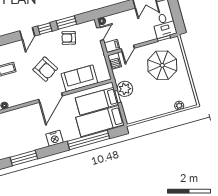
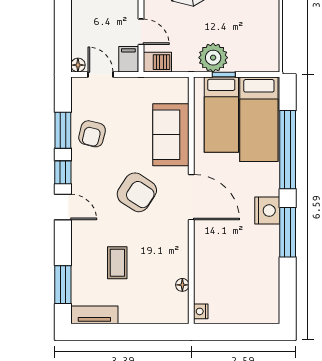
armchair: (45, 69) -> (137, 192), turned 65
window: (24, 158) -> (288, 232), moved

